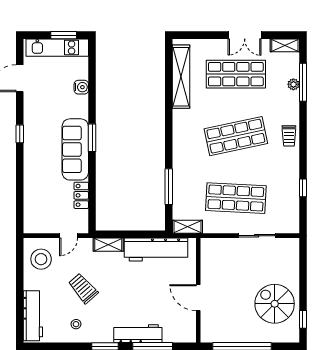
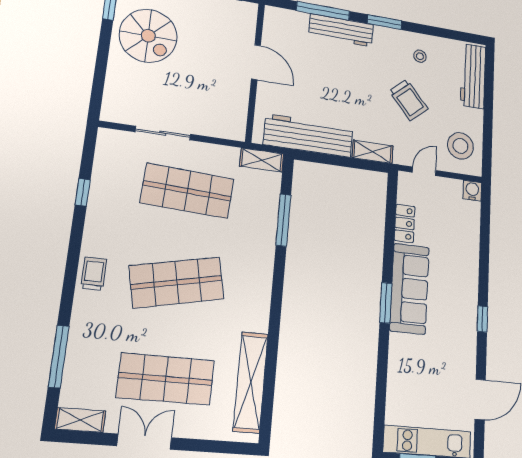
plant: (293, 84) -> (75, 354), removed
water cooler: (81, 87) -> (472, 191), moved, turned 90

